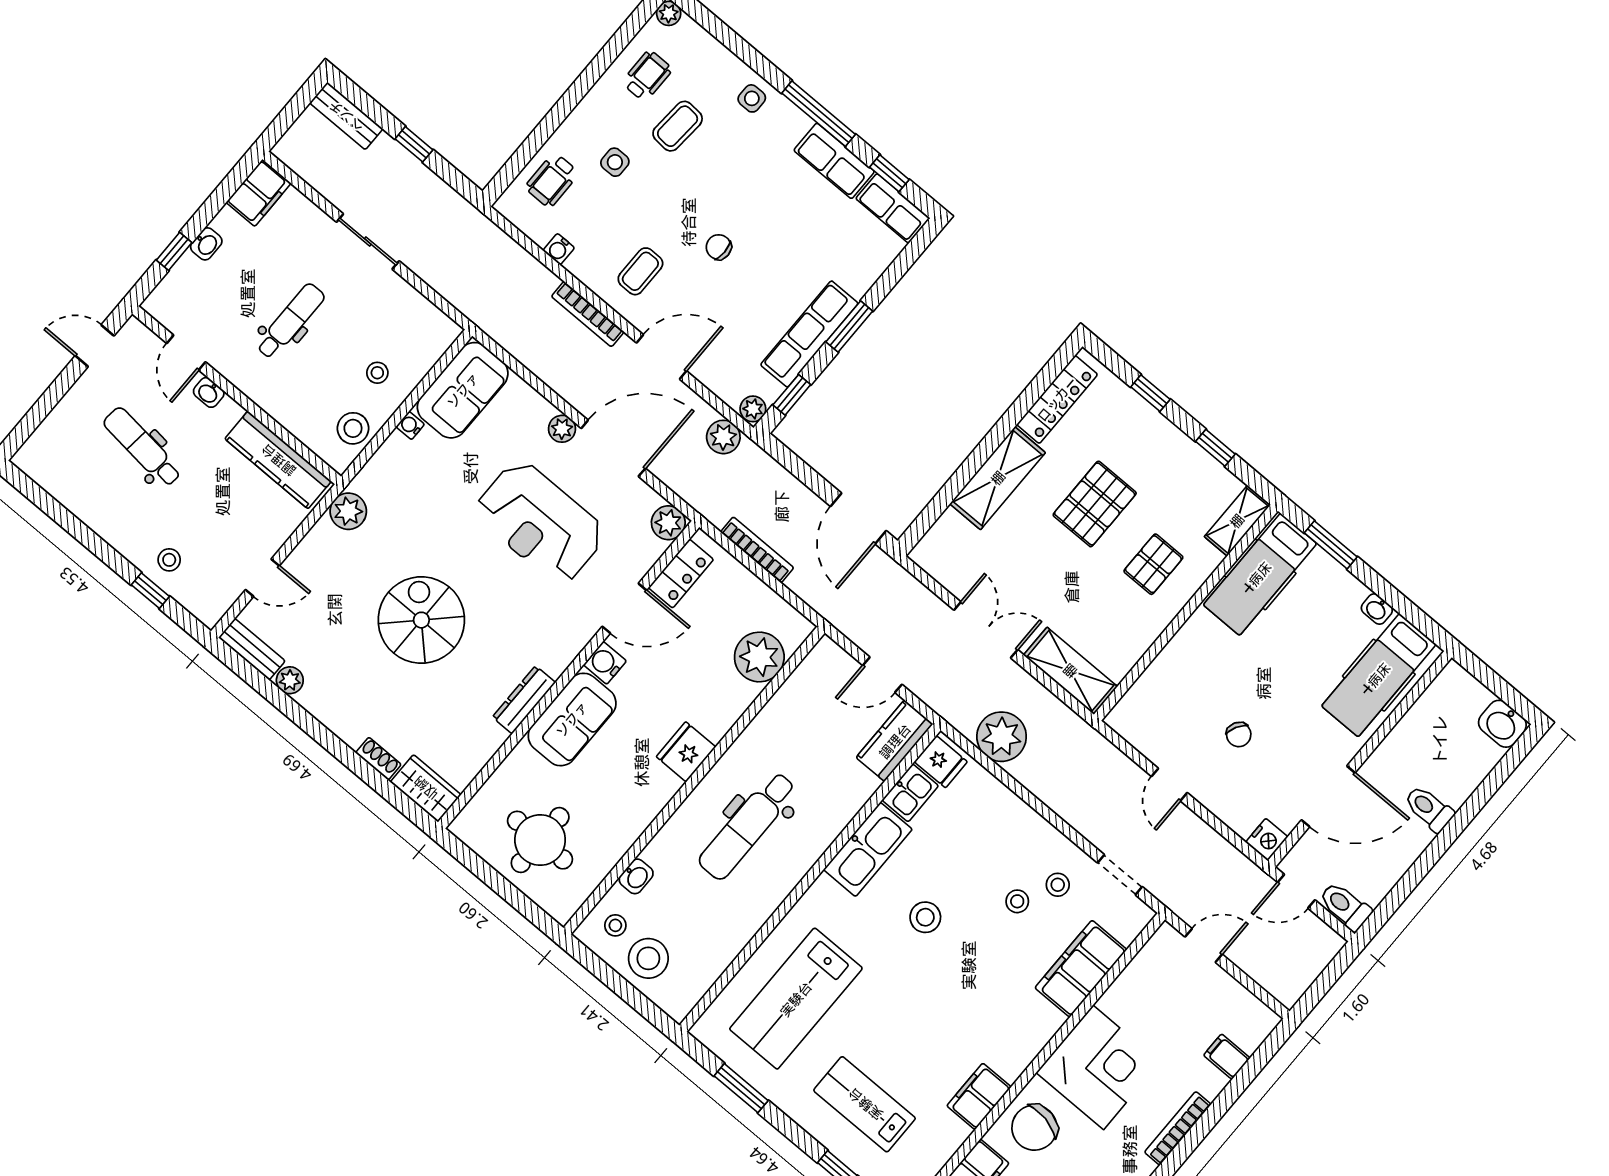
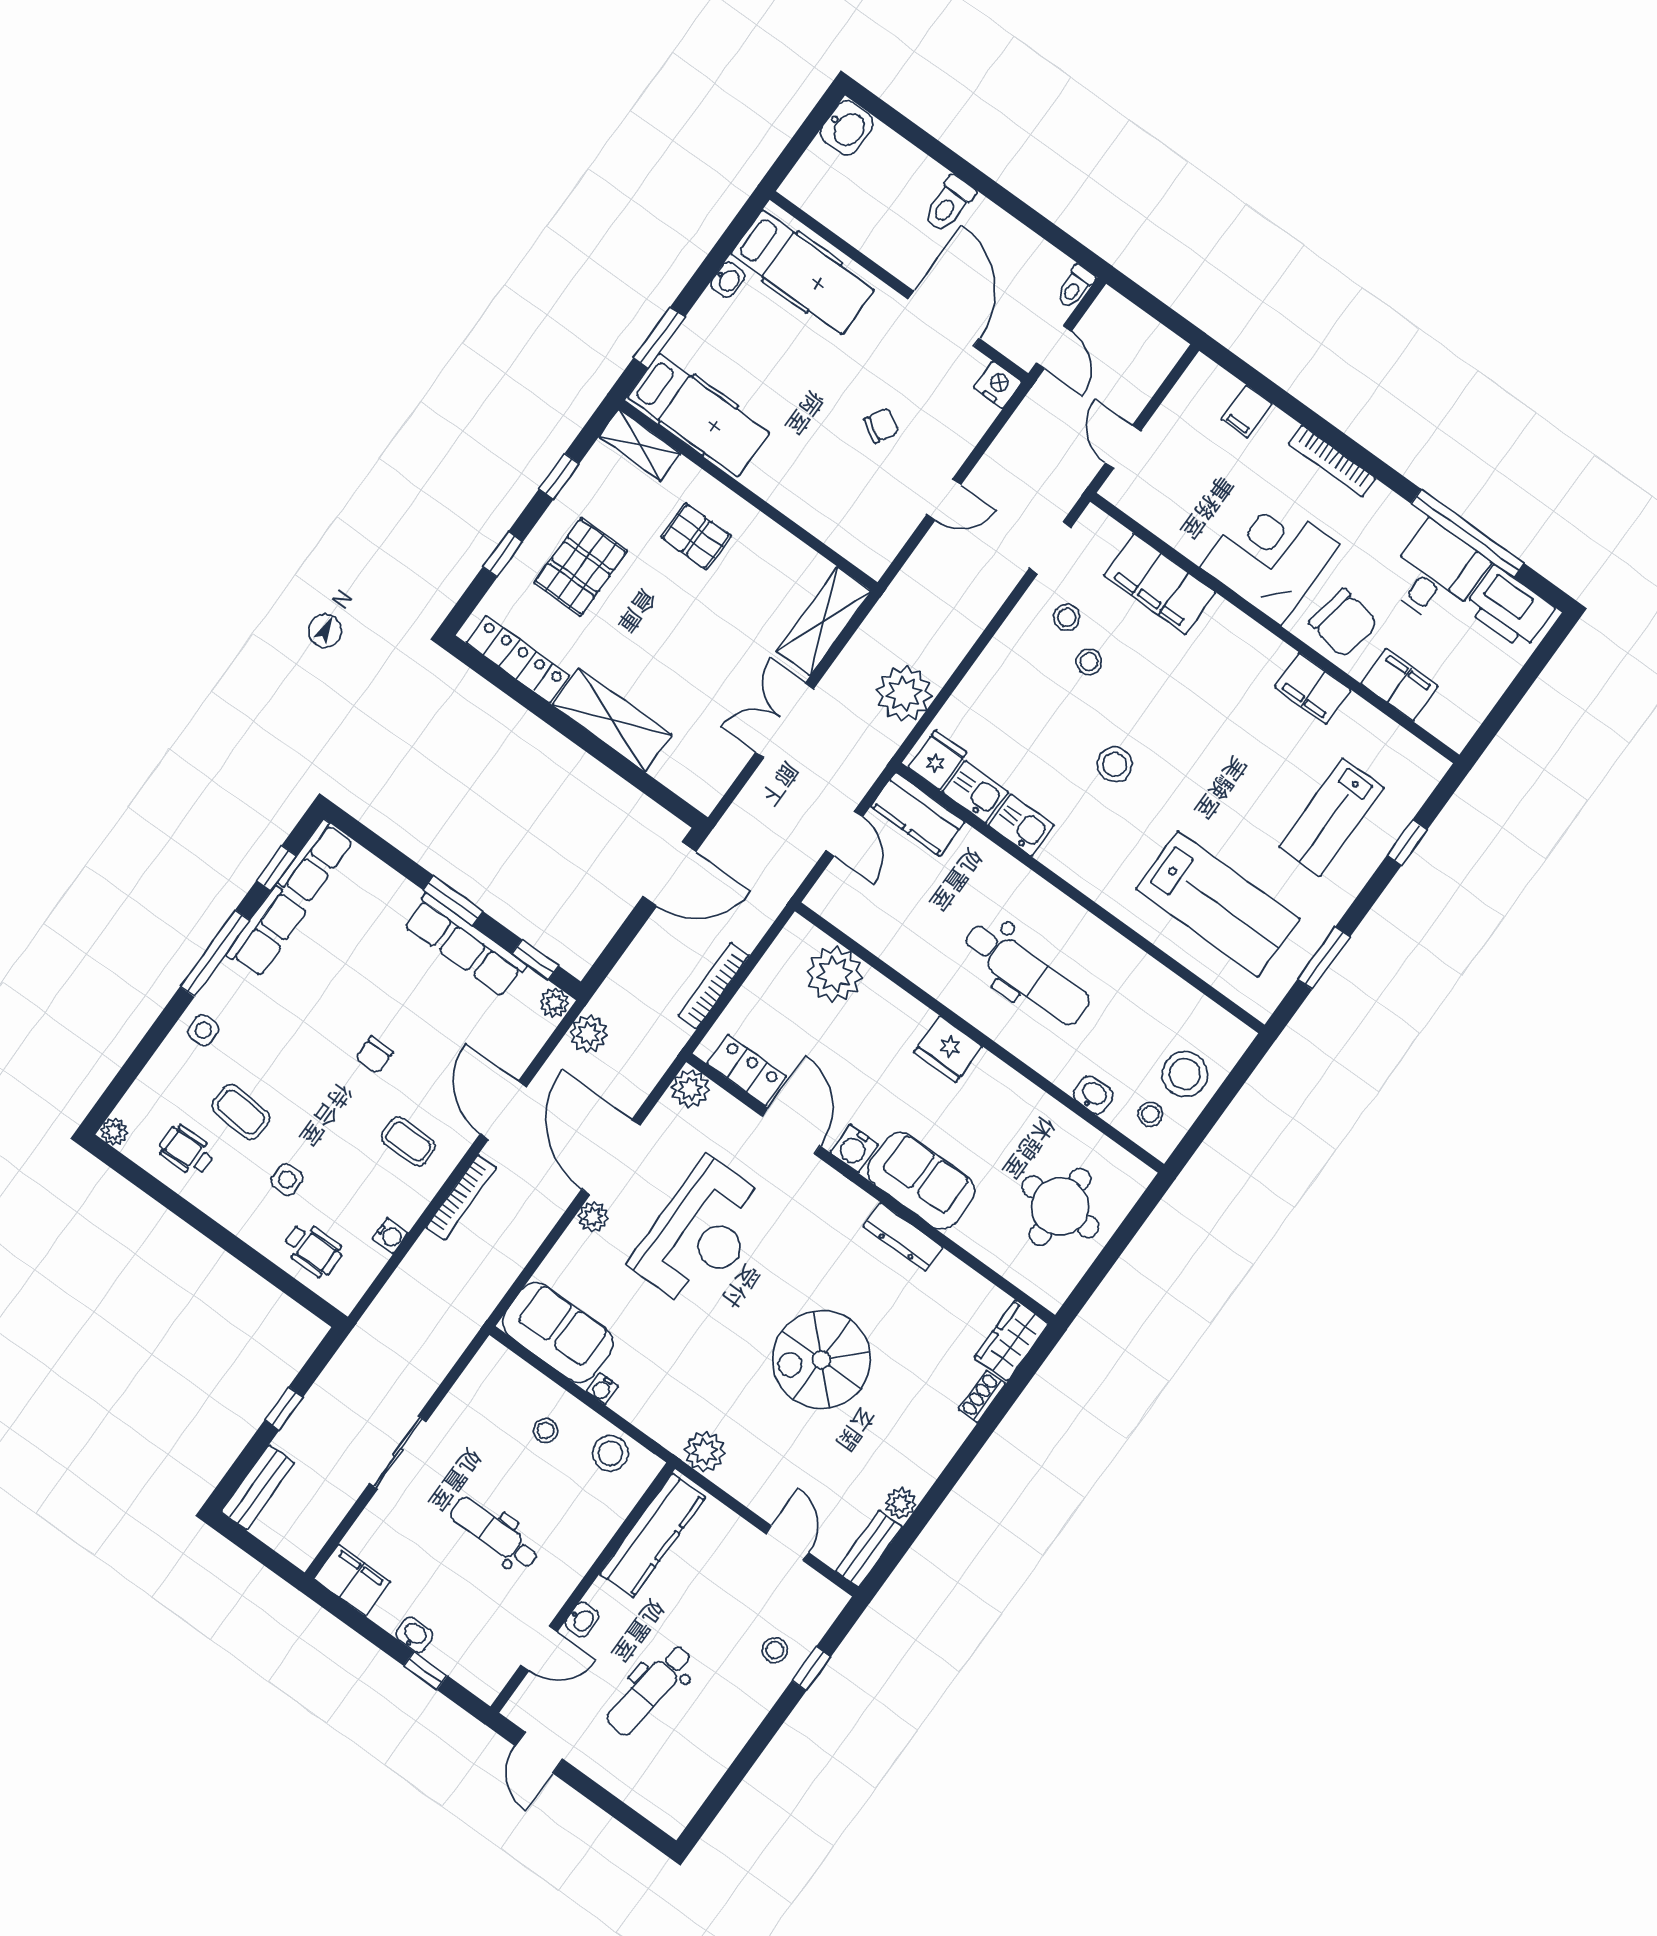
pallet: (1095, 504) -> (581, 567), moved, turned 90
kitchen sink: (868, 849) -> (1021, 825), width x0.53, depth x0.81
toilet: (1345, 906) -> (1075, 287), width x0.73, depth x0.72

